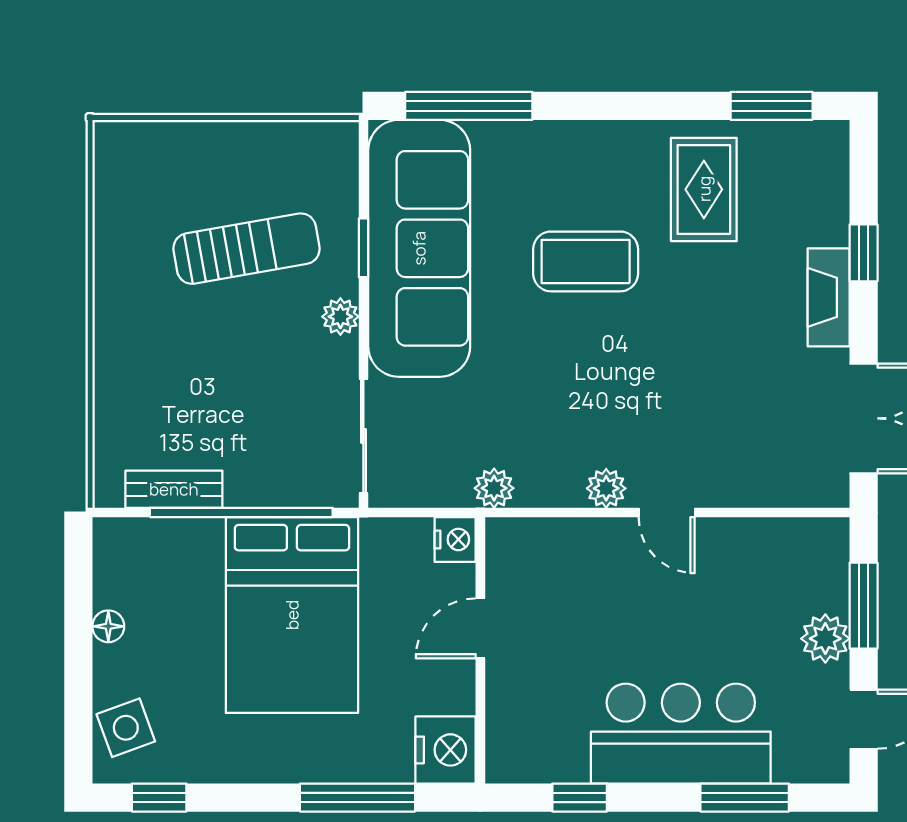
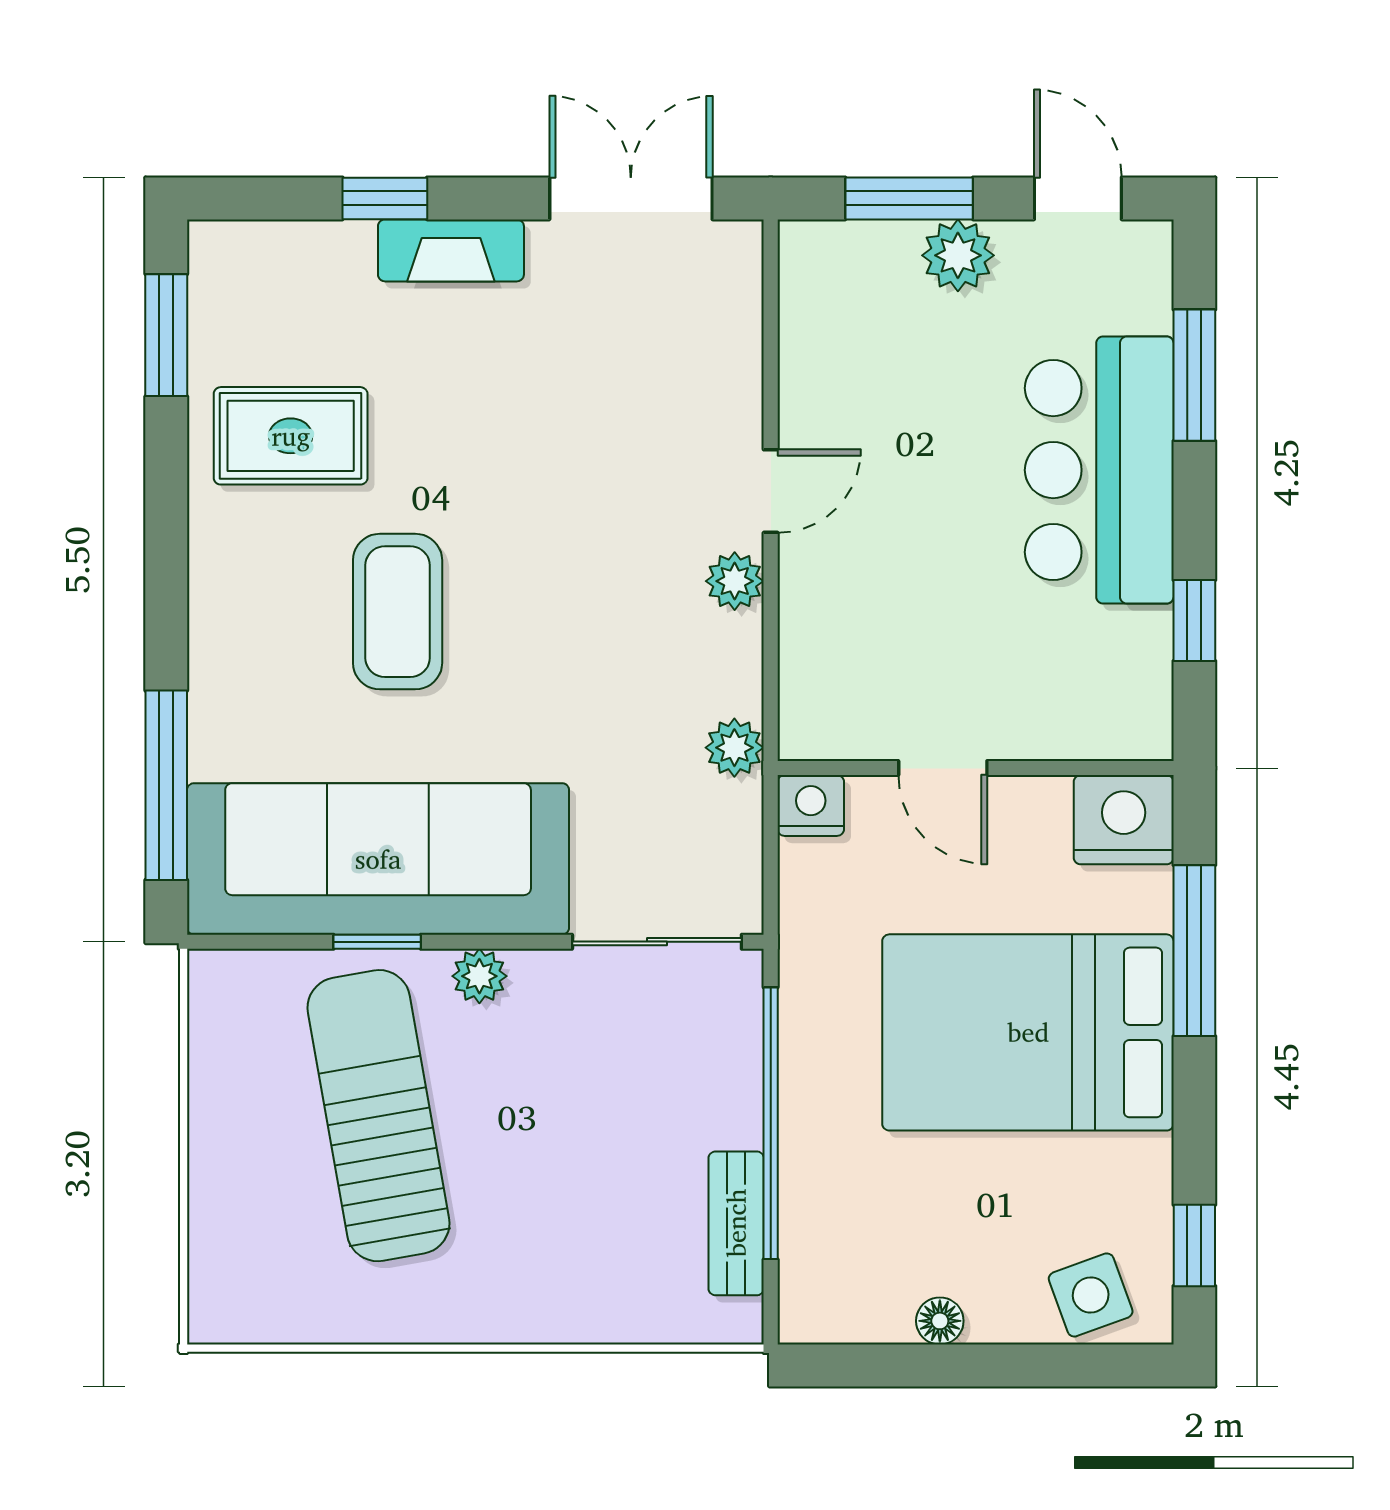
sun lounger: (246, 249) -> (378, 1116), width x1.36, depth x1.34
bed: (292, 615) -> (1028, 1032), moved, turned 180

